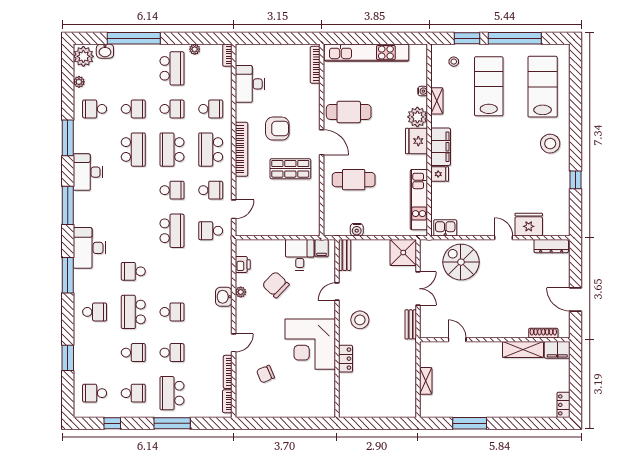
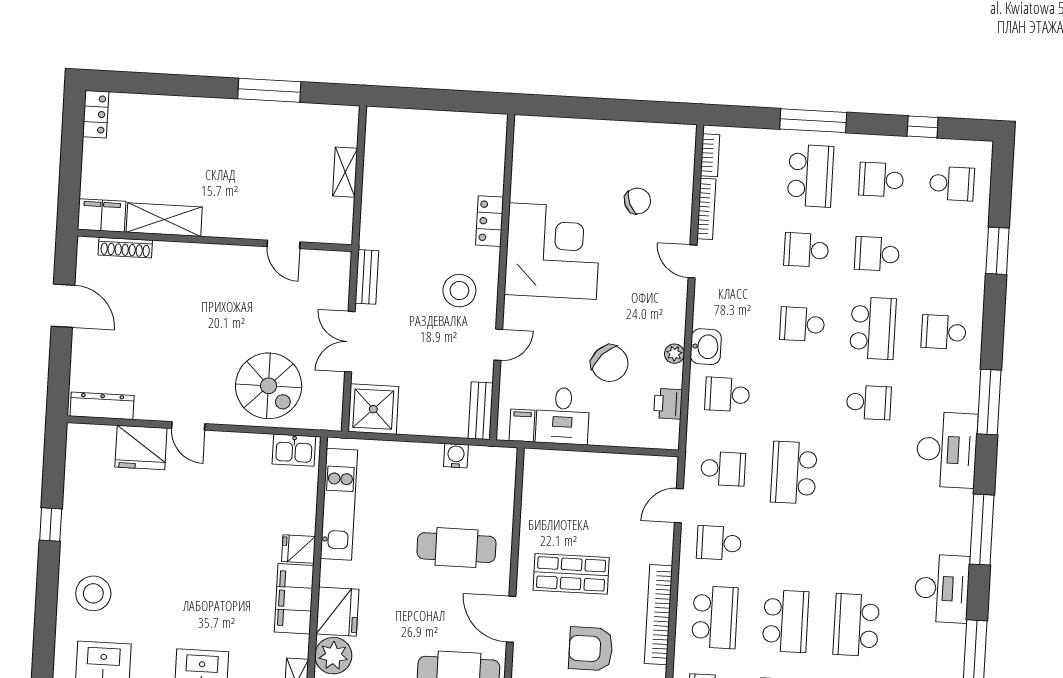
school desk: (172, 190) -> (727, 394), moved
door: (234, 343) -> (693, 261), hinge flipped

